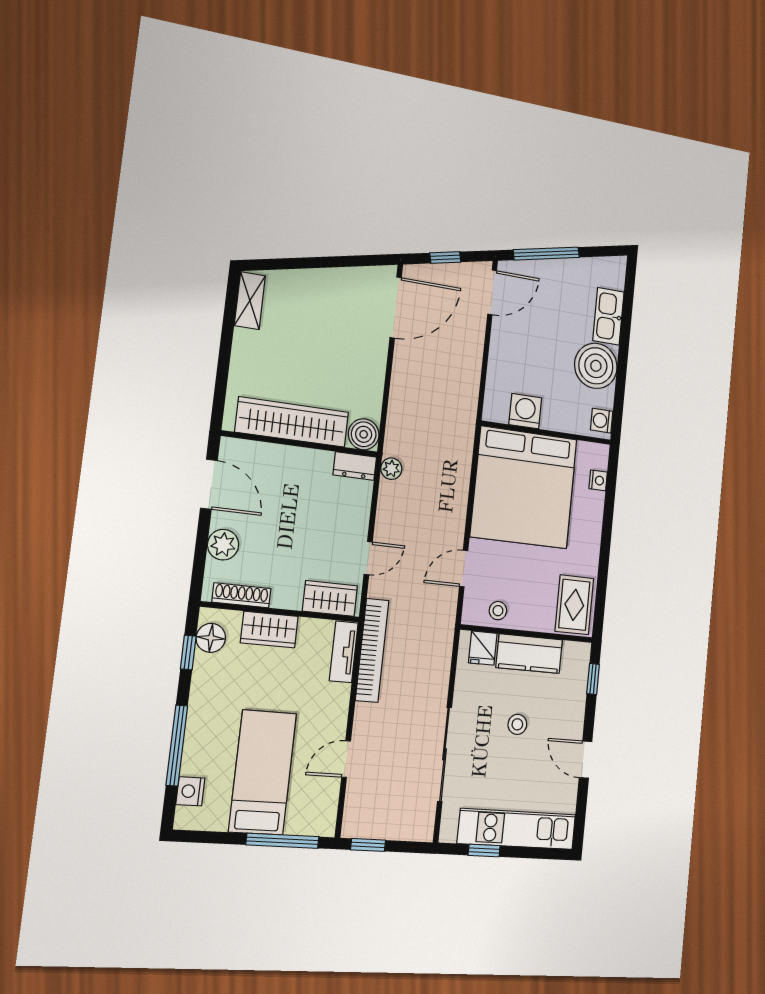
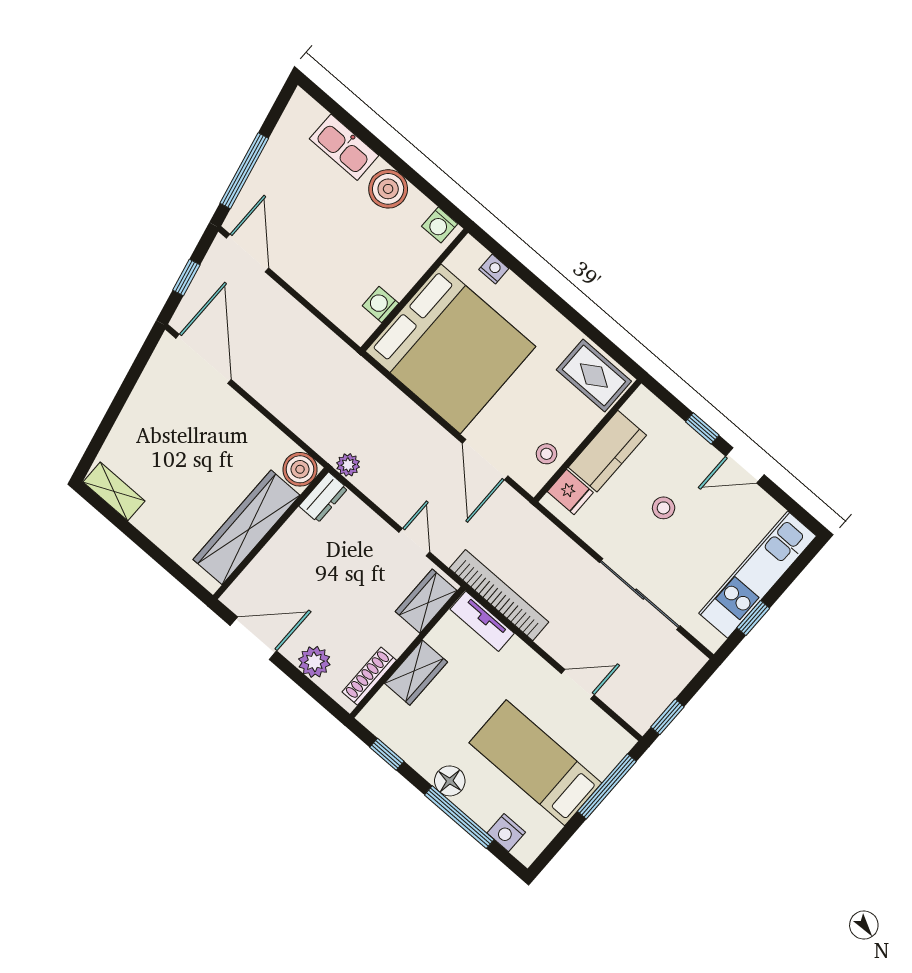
boiler: (596, 366) -> (388, 189), width x0.73, depth x0.73
washing machine: (525, 411) -> (380, 305), width x0.73, depth x0.73
door: (464, 568) -> (485, 460), width x1.38
floor lamp: (211, 638) -> (450, 781), moved
window: (593, 679) -> (702, 428), moved
door: (346, 759) -> (578, 684), swing flipped

